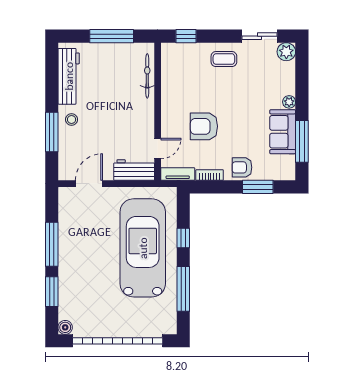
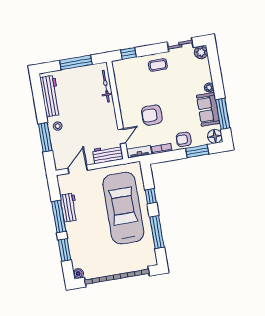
floor lamp: (286, 171) -> (215, 136), added
workbench: (68, 234) -> (69, 207), added

